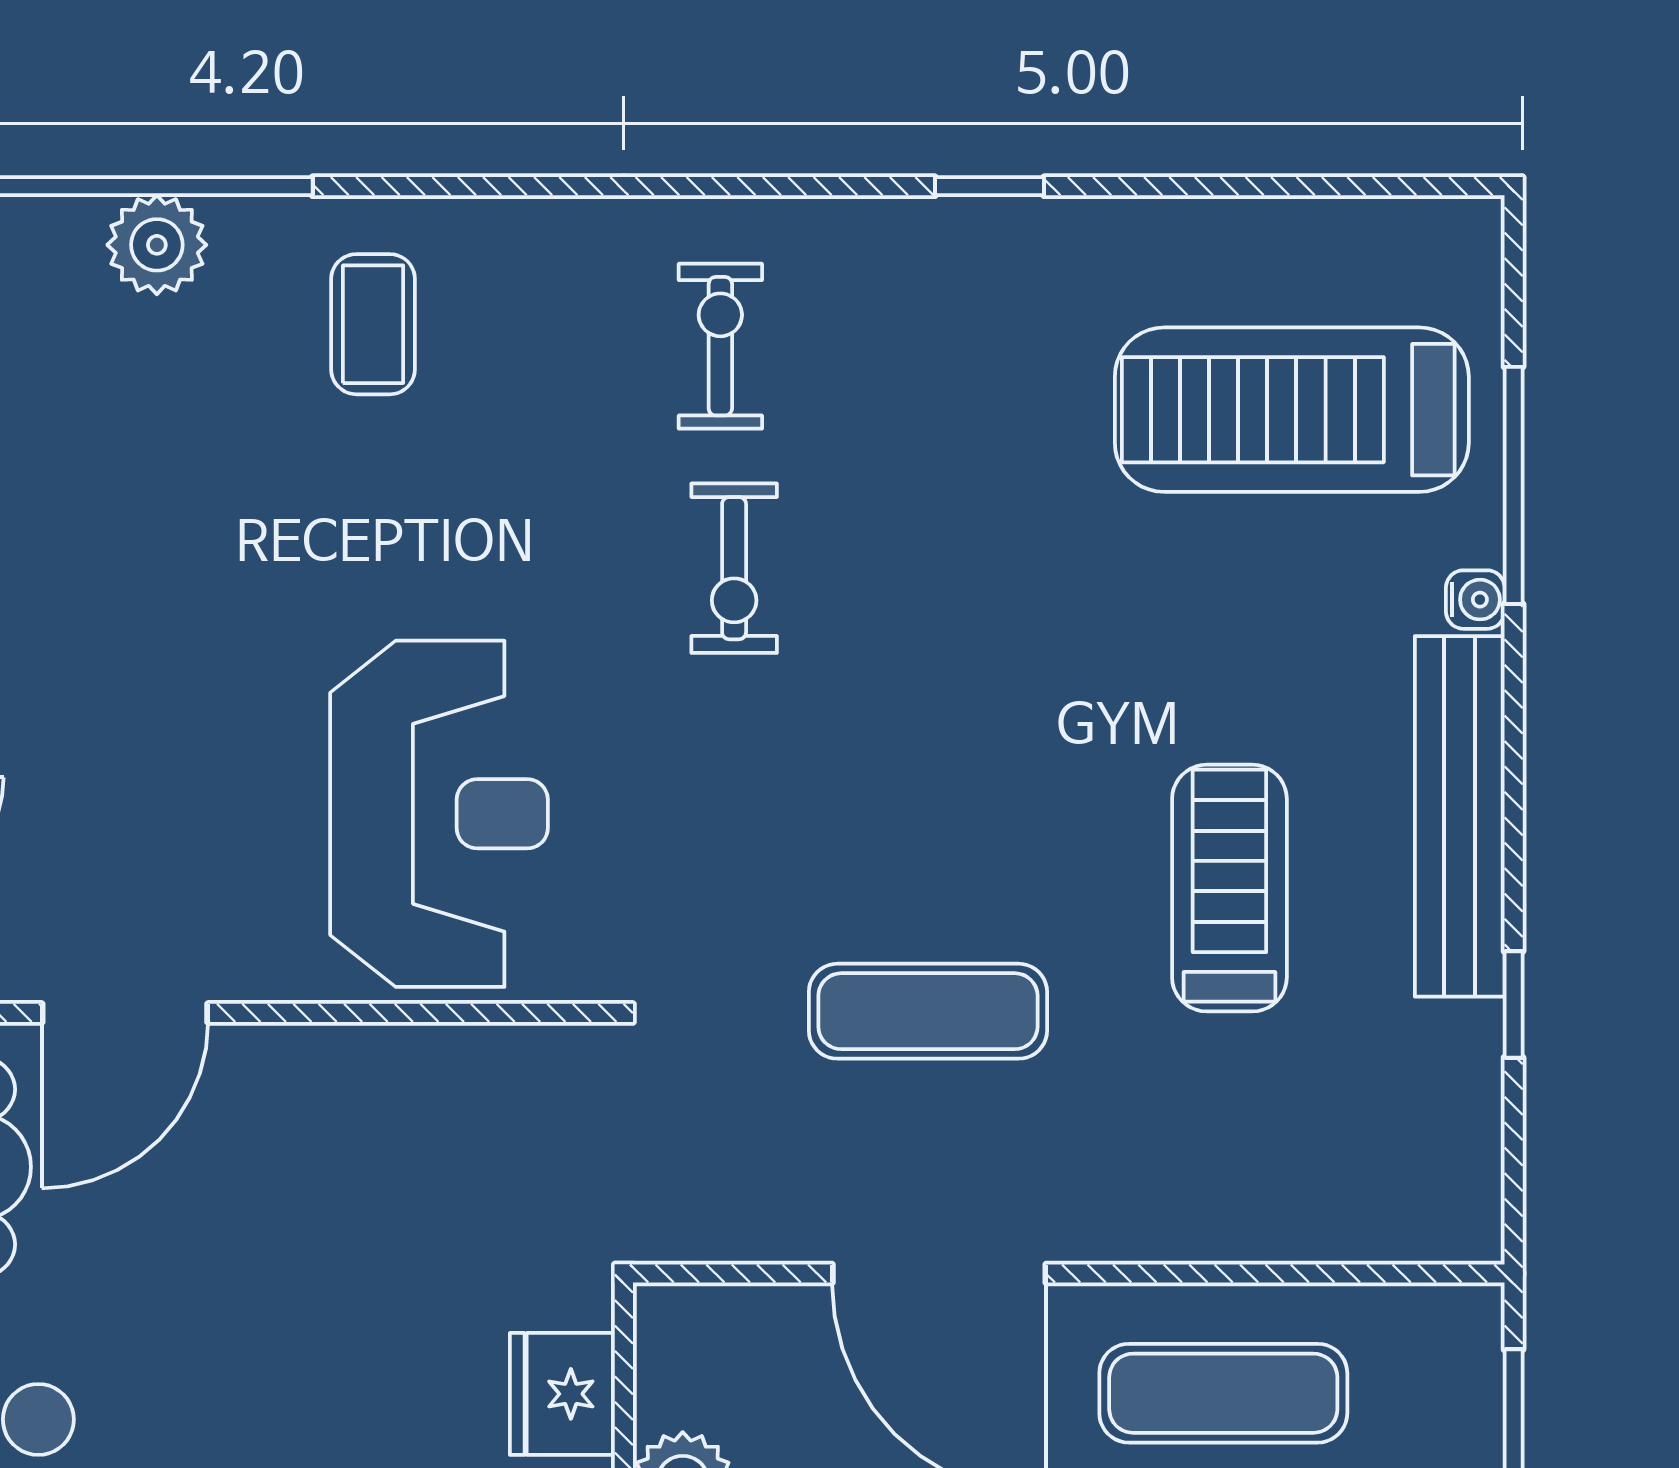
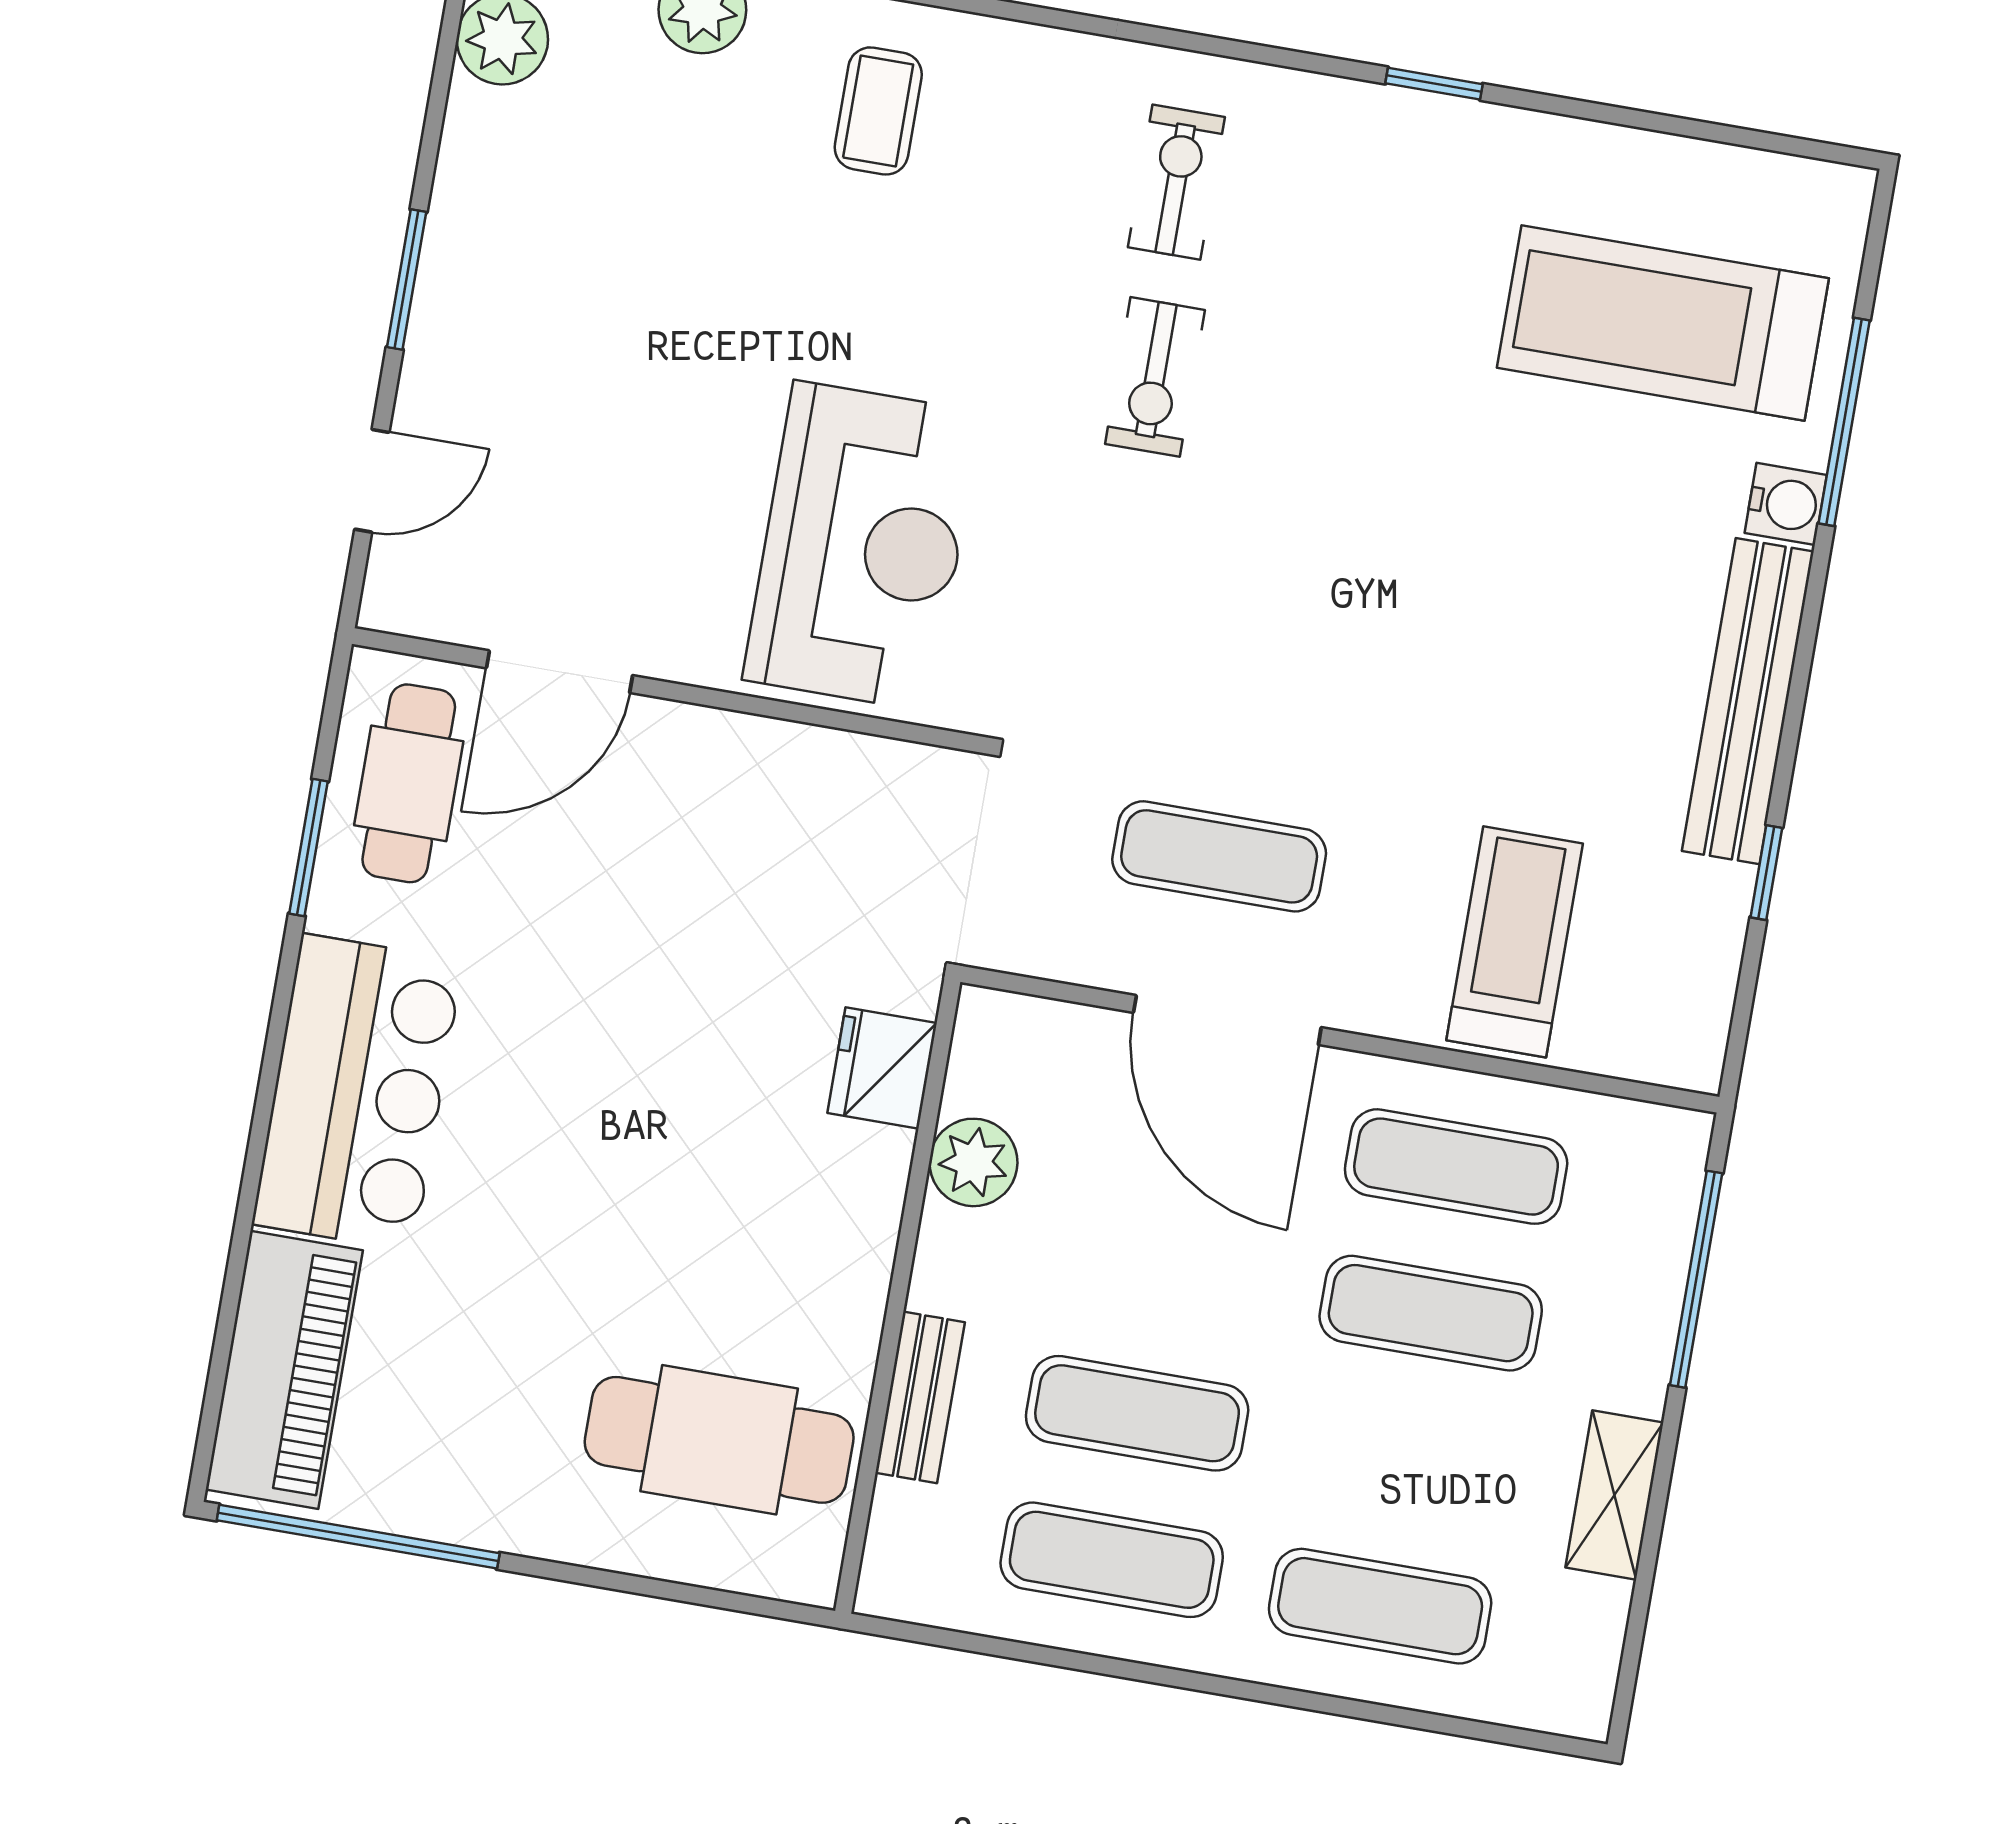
water cooler: (1475, 600) -> (1786, 504), width x1.38, depth x1.38
treadmill: (1229, 888) -> (1515, 942), moved
exercise mat: (928, 1011) -> (1219, 856), moved

